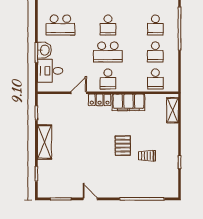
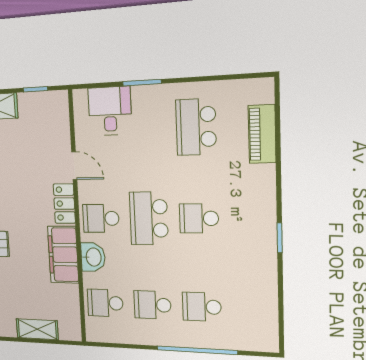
washbasin: (44, 50) -> (93, 257), moved, turned -90
shelving: (173, 110) -> (37, 329), moved

